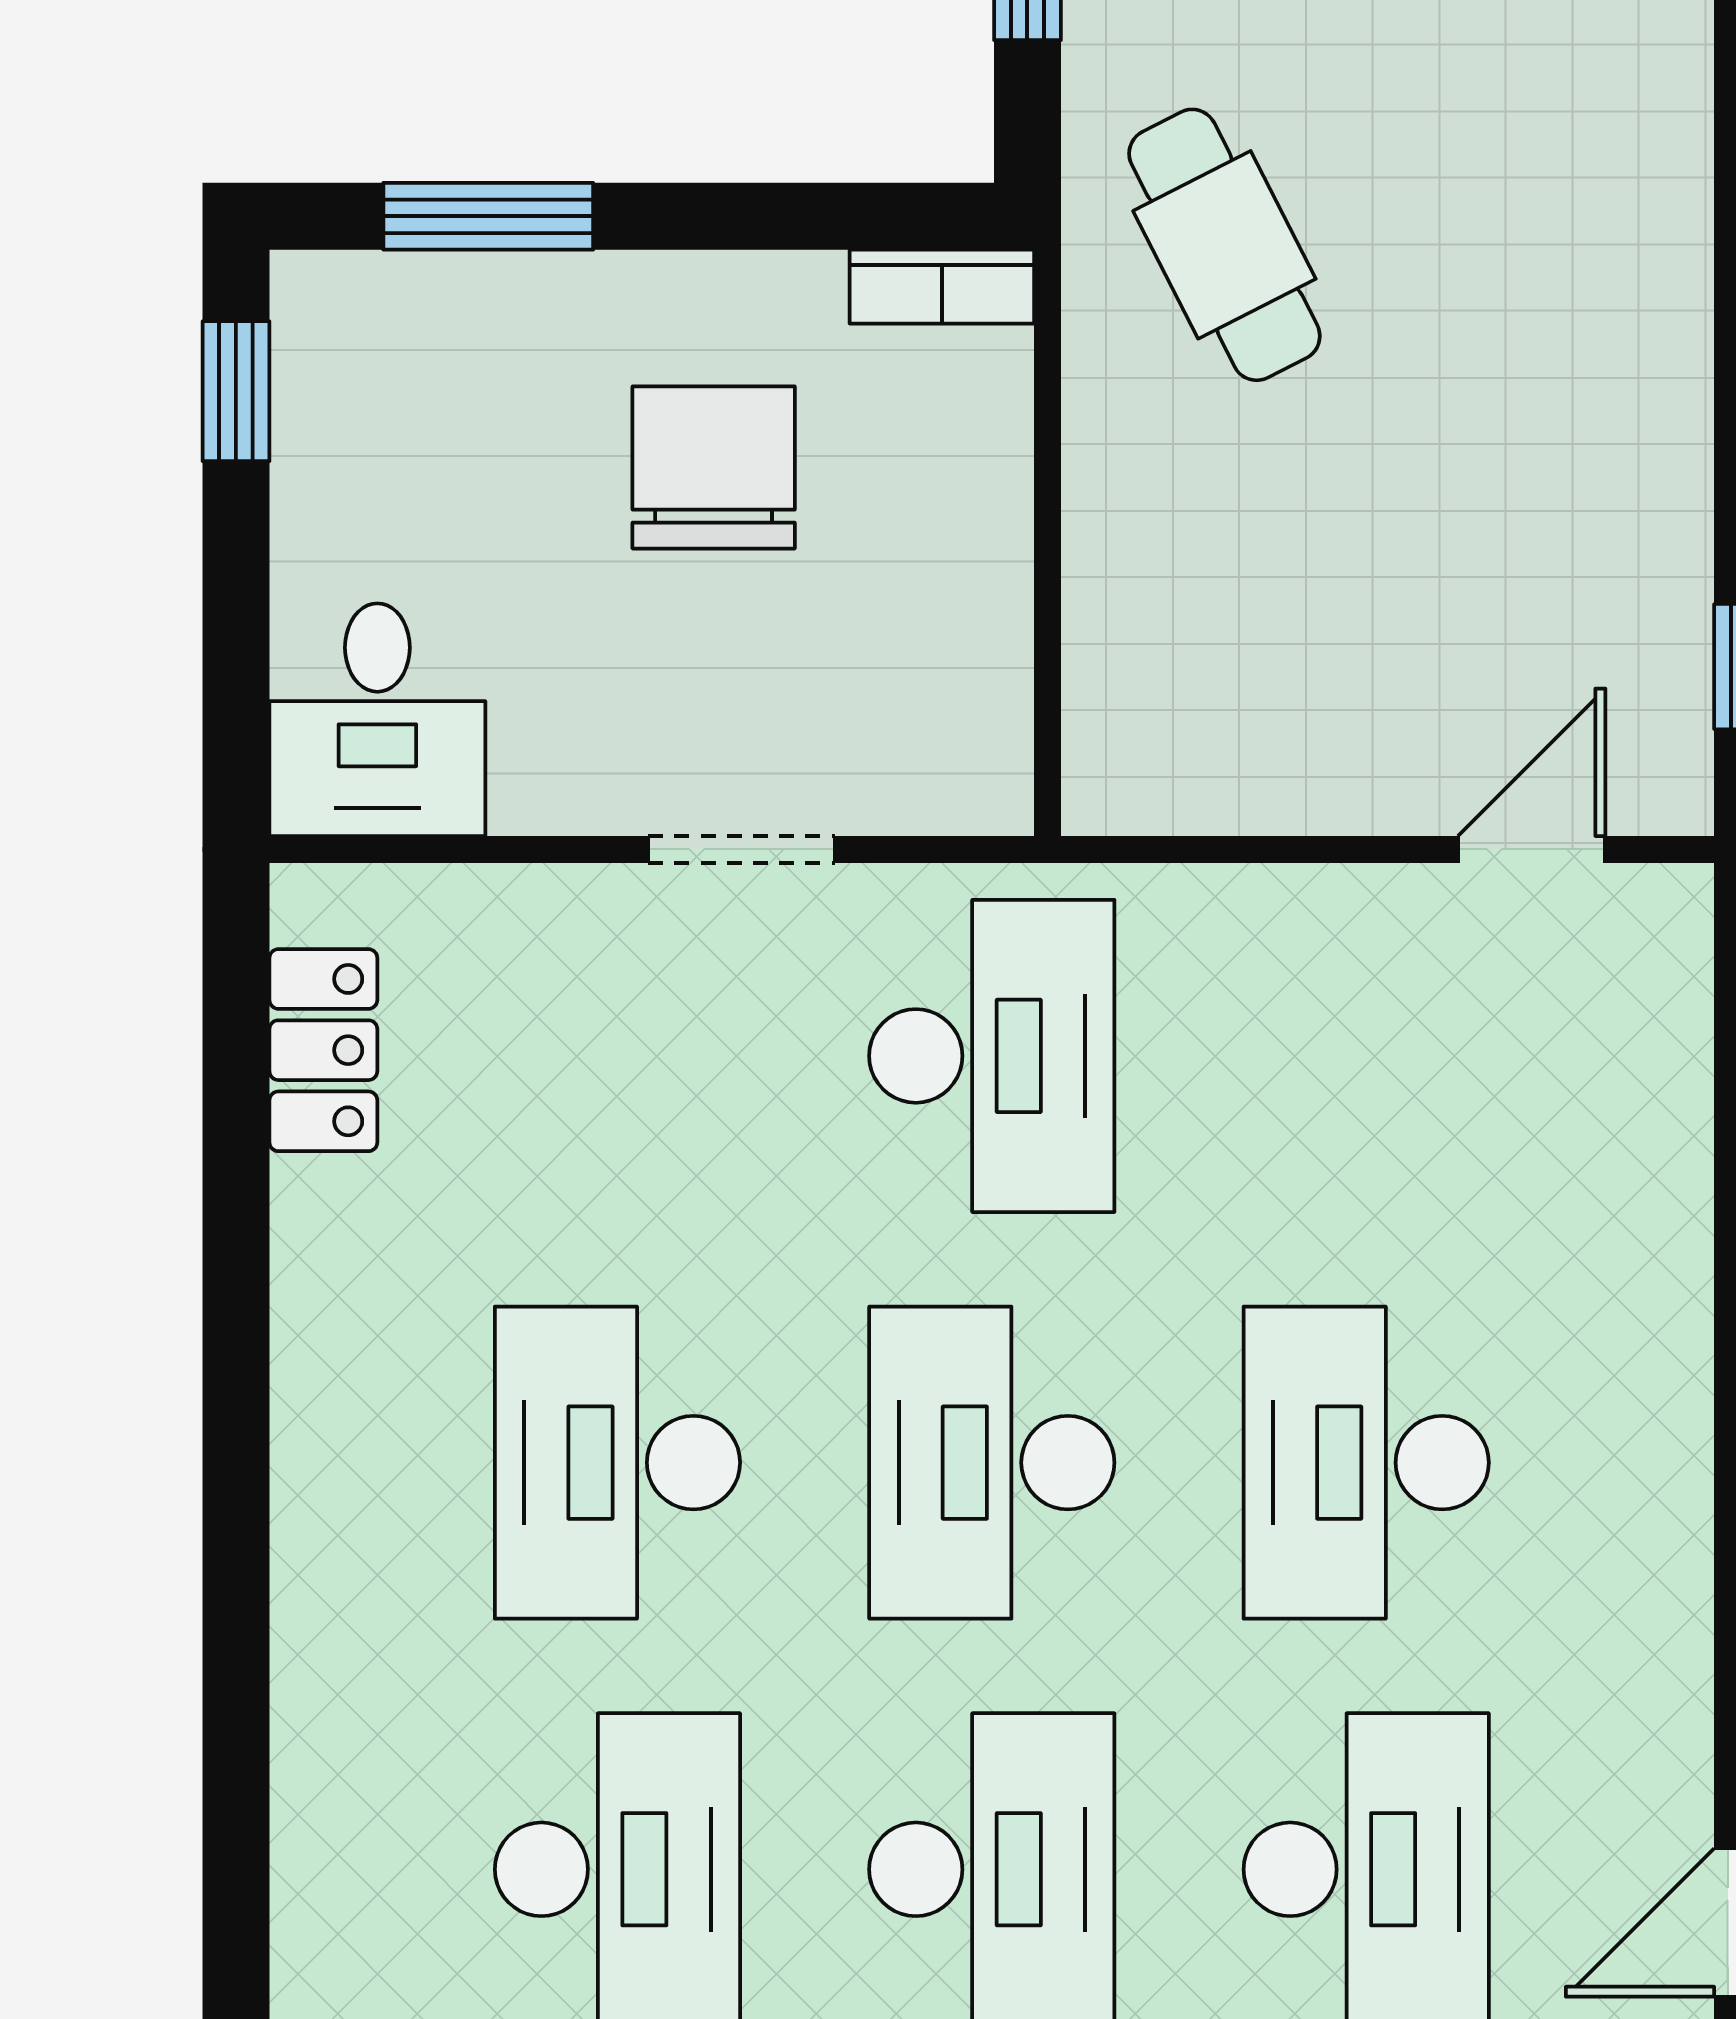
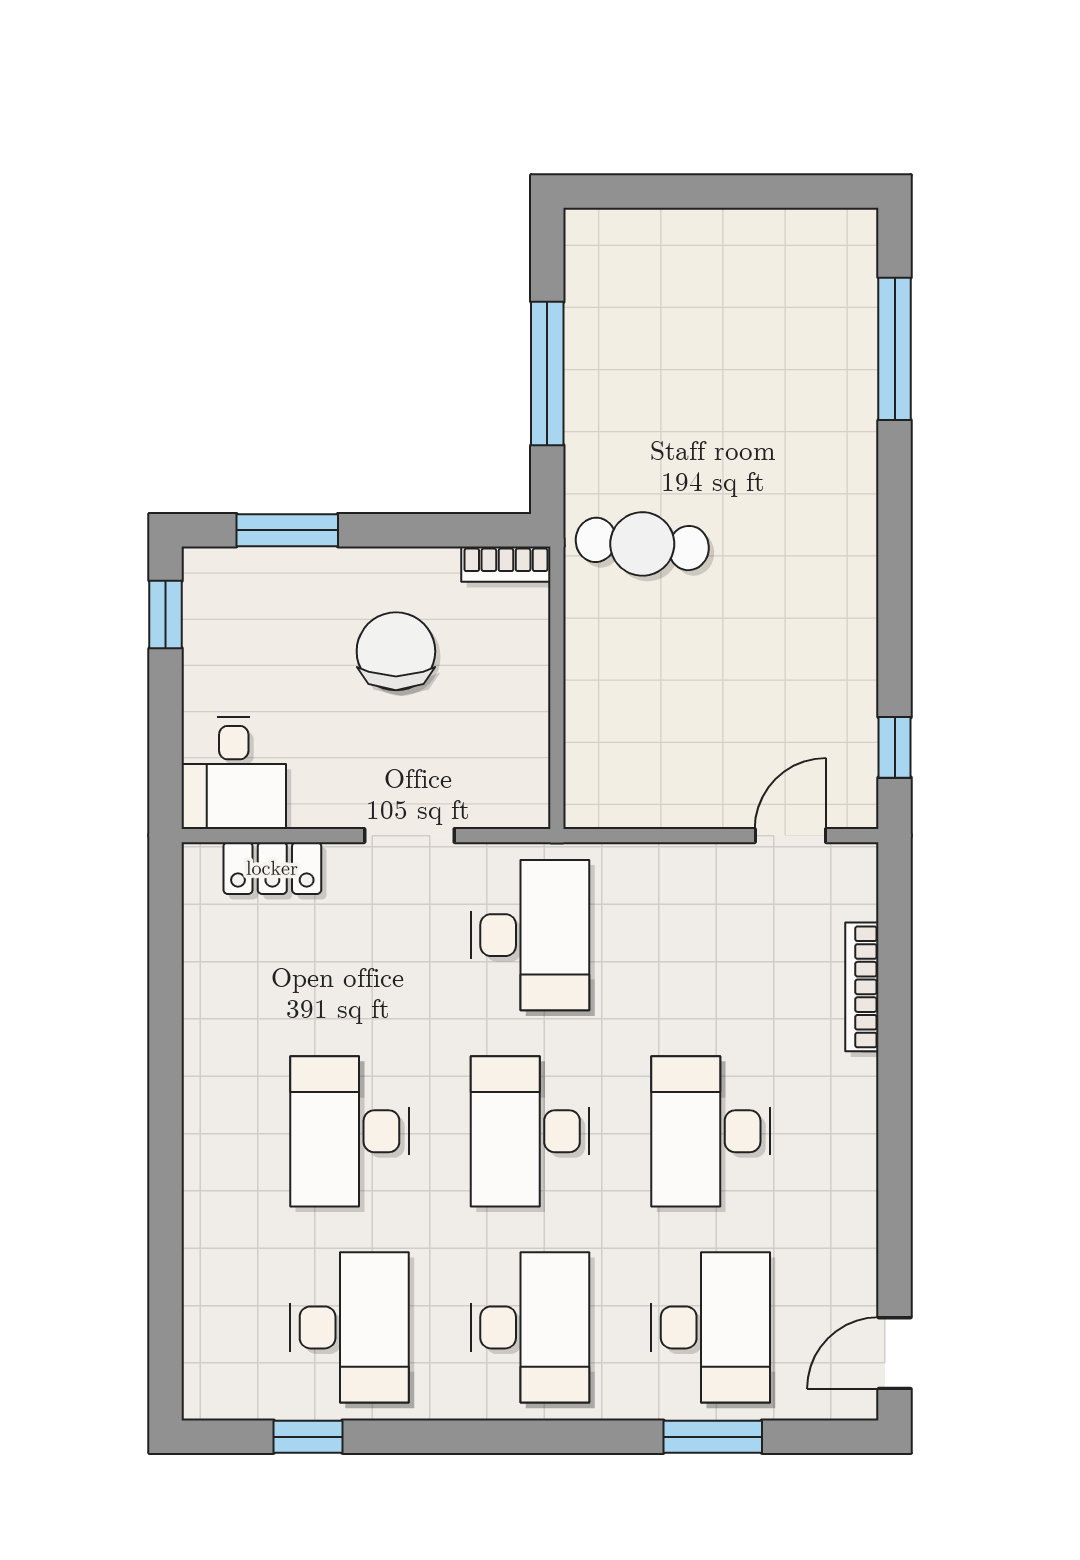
cafe table: (1224, 245) -> (642, 544), turned -58
locker: (323, 1050) -> (272, 868), moved, turned 90
bookcase: (1680, 1163) -> (862, 987), added

